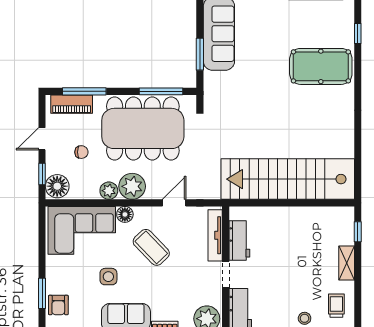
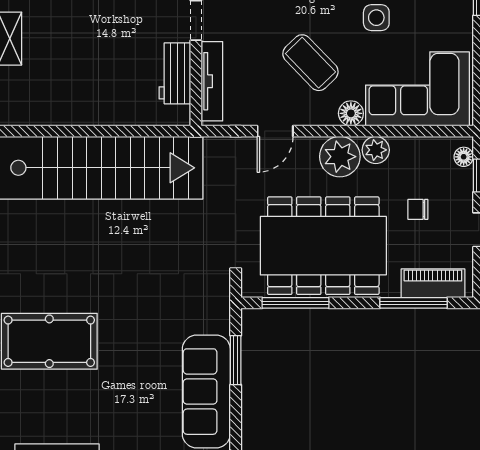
floor lamp: (57, 186) -> (464, 157), width x0.53, depth x0.53

